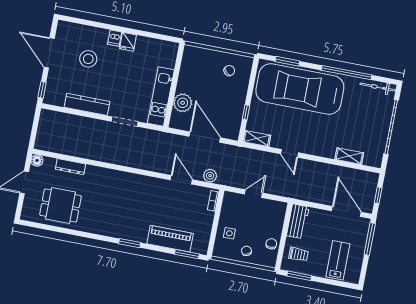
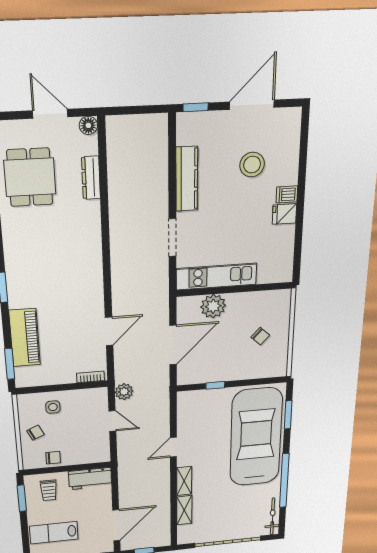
chair: (229, 71) -> (260, 336), moved
shelving: (257, 138) -> (184, 481), moved
plant: (210, 176) -> (124, 392), moved
lab bench: (338, 260) -> (54, 533), turned 180

